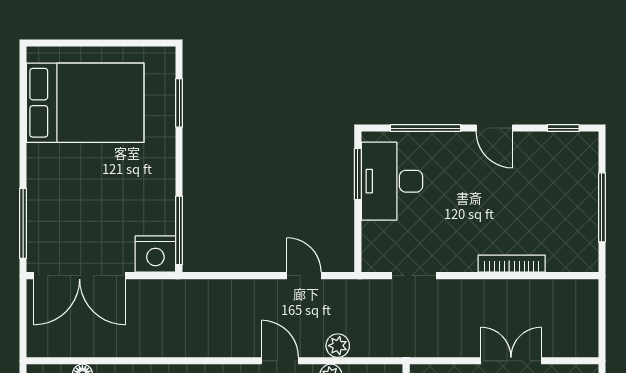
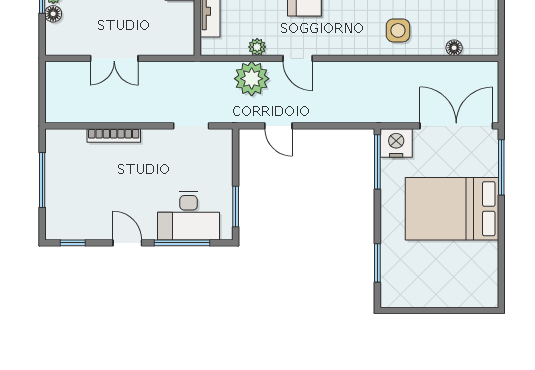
bed: (85, 103) -> (452, 209), moved
desk: (392, 181) -> (189, 216), moved, turned 90
plant: (338, 346) -> (252, 79), width x1.87, depth x1.87

